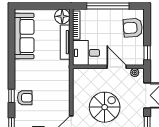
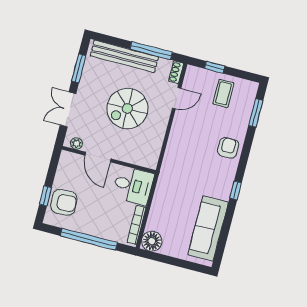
tv unit: (65, 42) -> (157, 207), removed
window: (147, 53) -> (46, 196), moved
window: (11, 96) -> (236, 190), moved
armchair: (25, 98) -> (228, 148), turned 90

